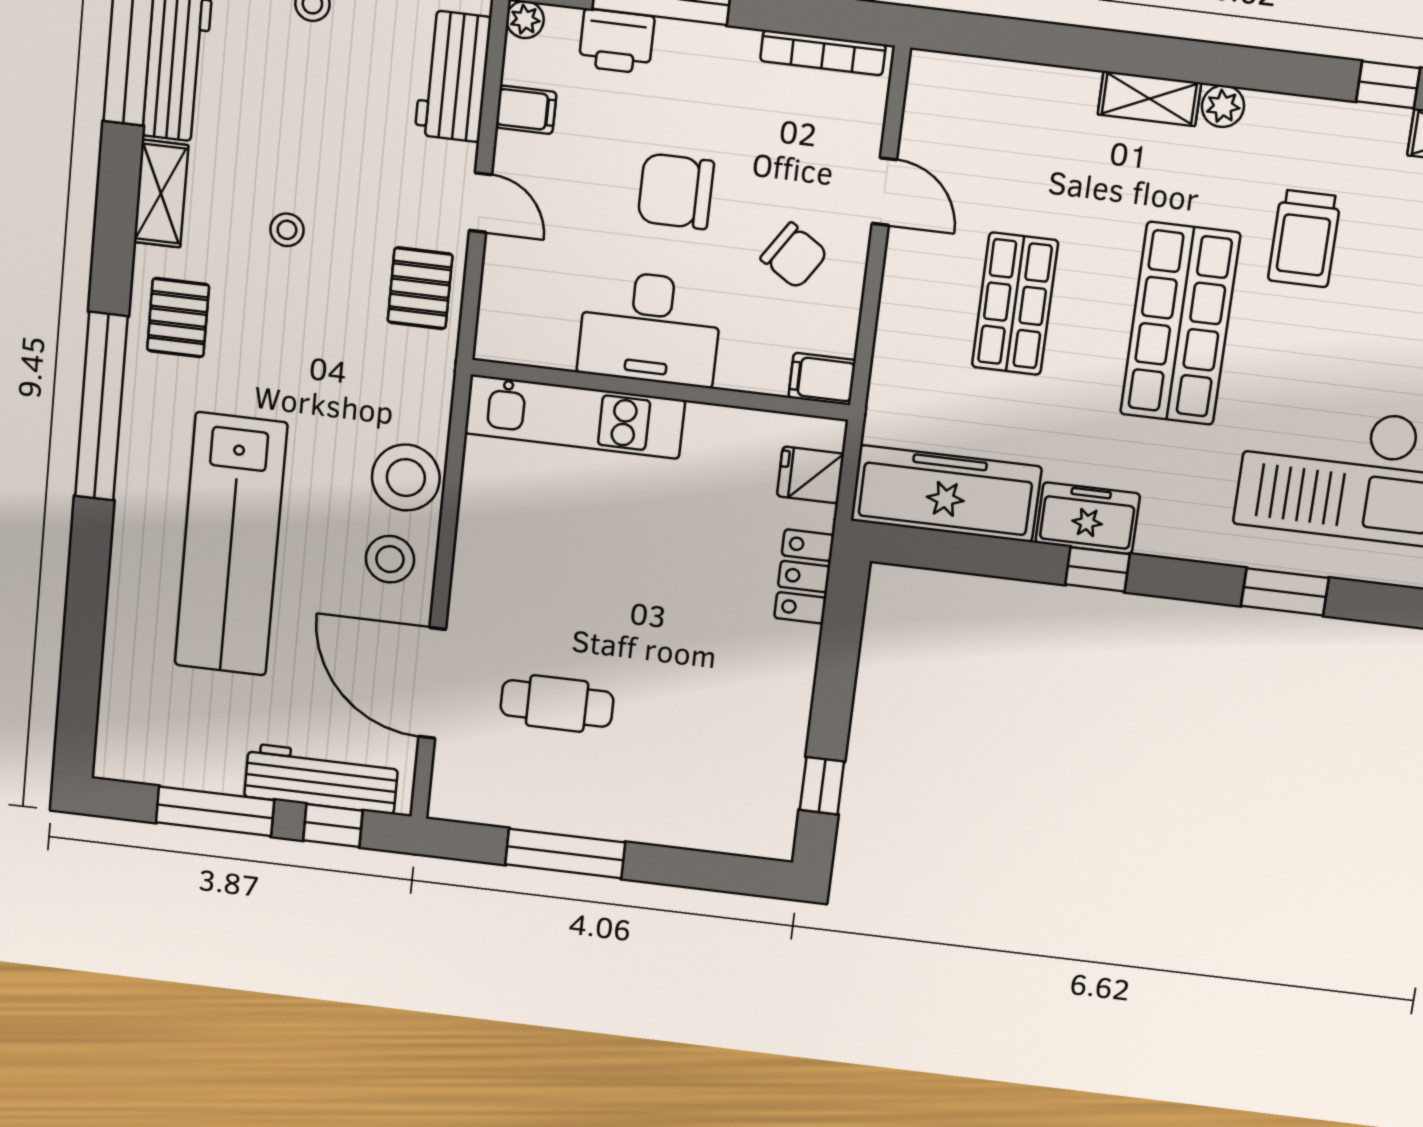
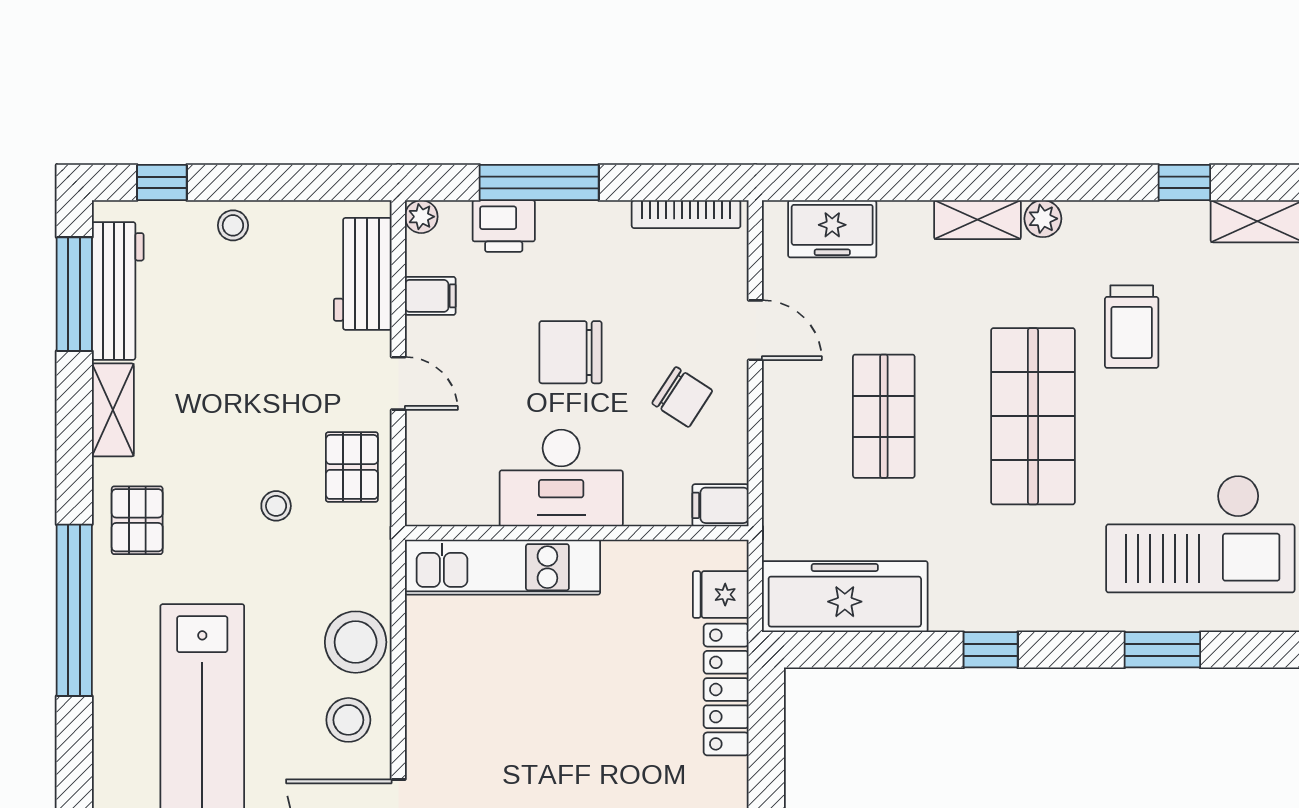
stool: (287, 230) -> (276, 506), moved
freezer: (1088, 518) -> (832, 229), moved, turned 180
locker: (804, 577) -> (726, 690), width x1.53

